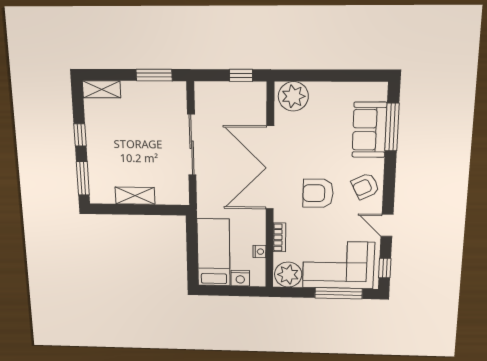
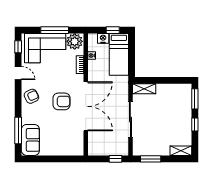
window: (241, 75) -> (115, 159), moved
plant: (293, 96) -> (73, 147), removed
sofa: (369, 130) -> (30, 140), moved
armchair: (318, 193) -> (61, 101), moved
shelving: (135, 196) -> (144, 89), moved
window: (224, 291) -> (113, 30), added
window: (339, 293) -> (55, 30), moved

